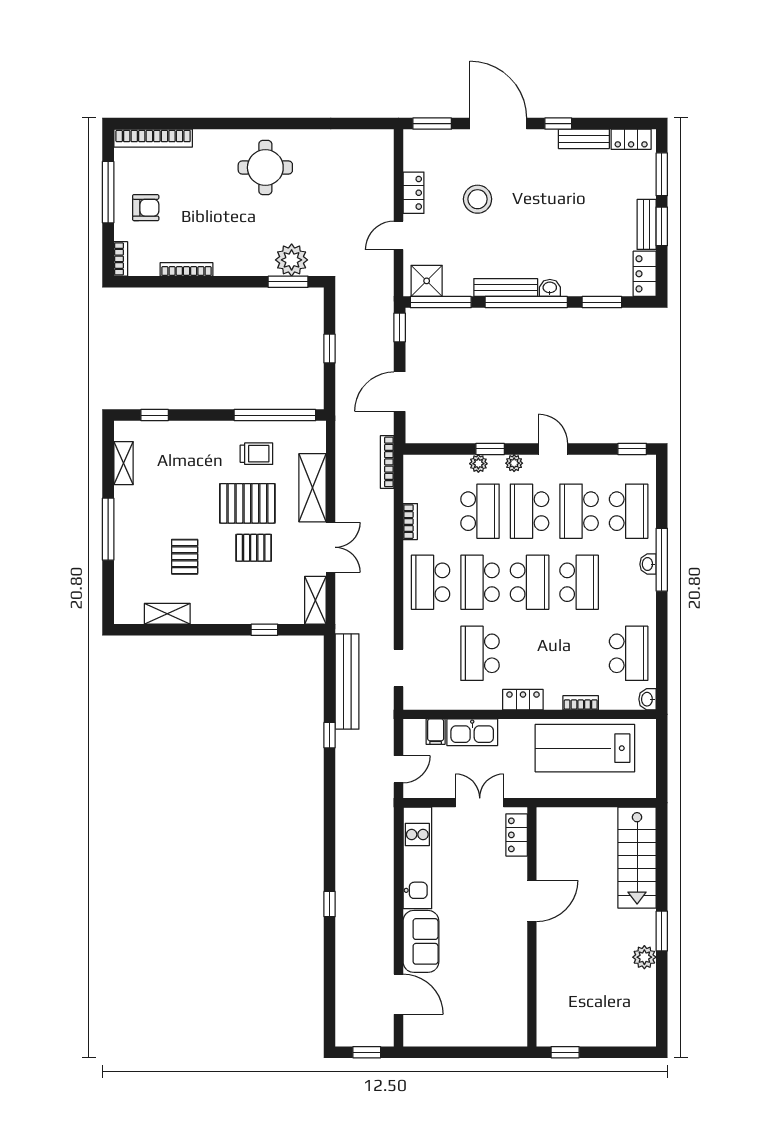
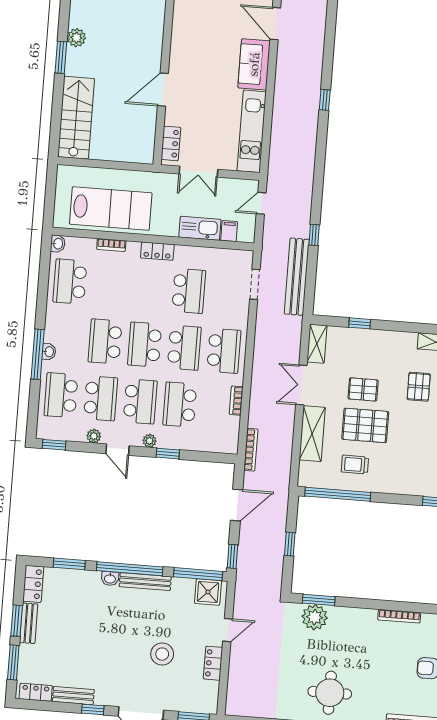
plant: (478, 464) -> (94, 436), moved

